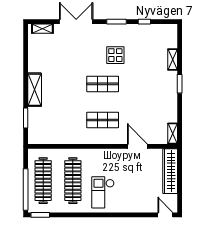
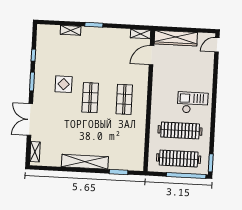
shelving: (35, 90) -> (85, 162), width x1.47
door: (137, 146) -> (151, 55), moved
checkout: (103, 192) -> (193, 103), turned 180

